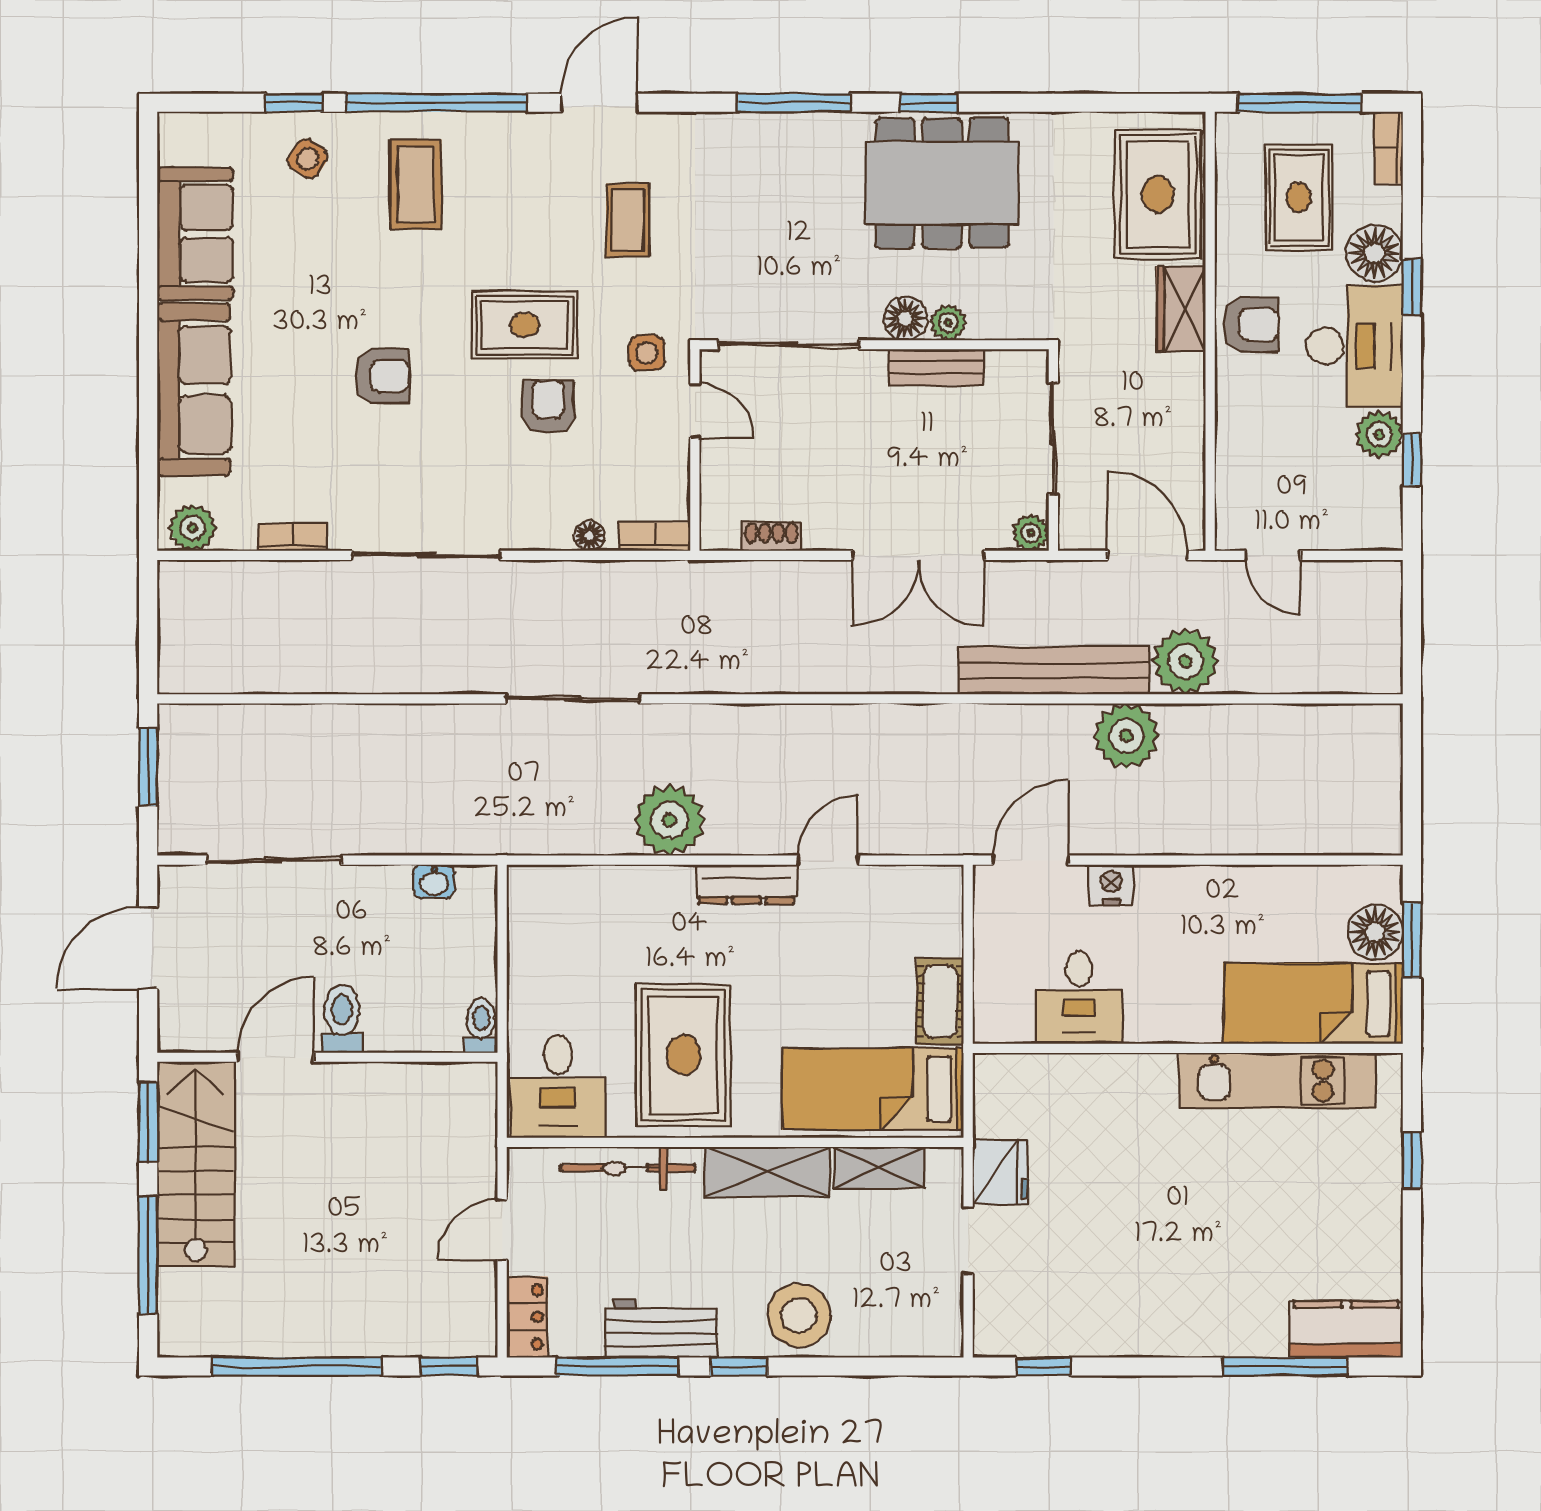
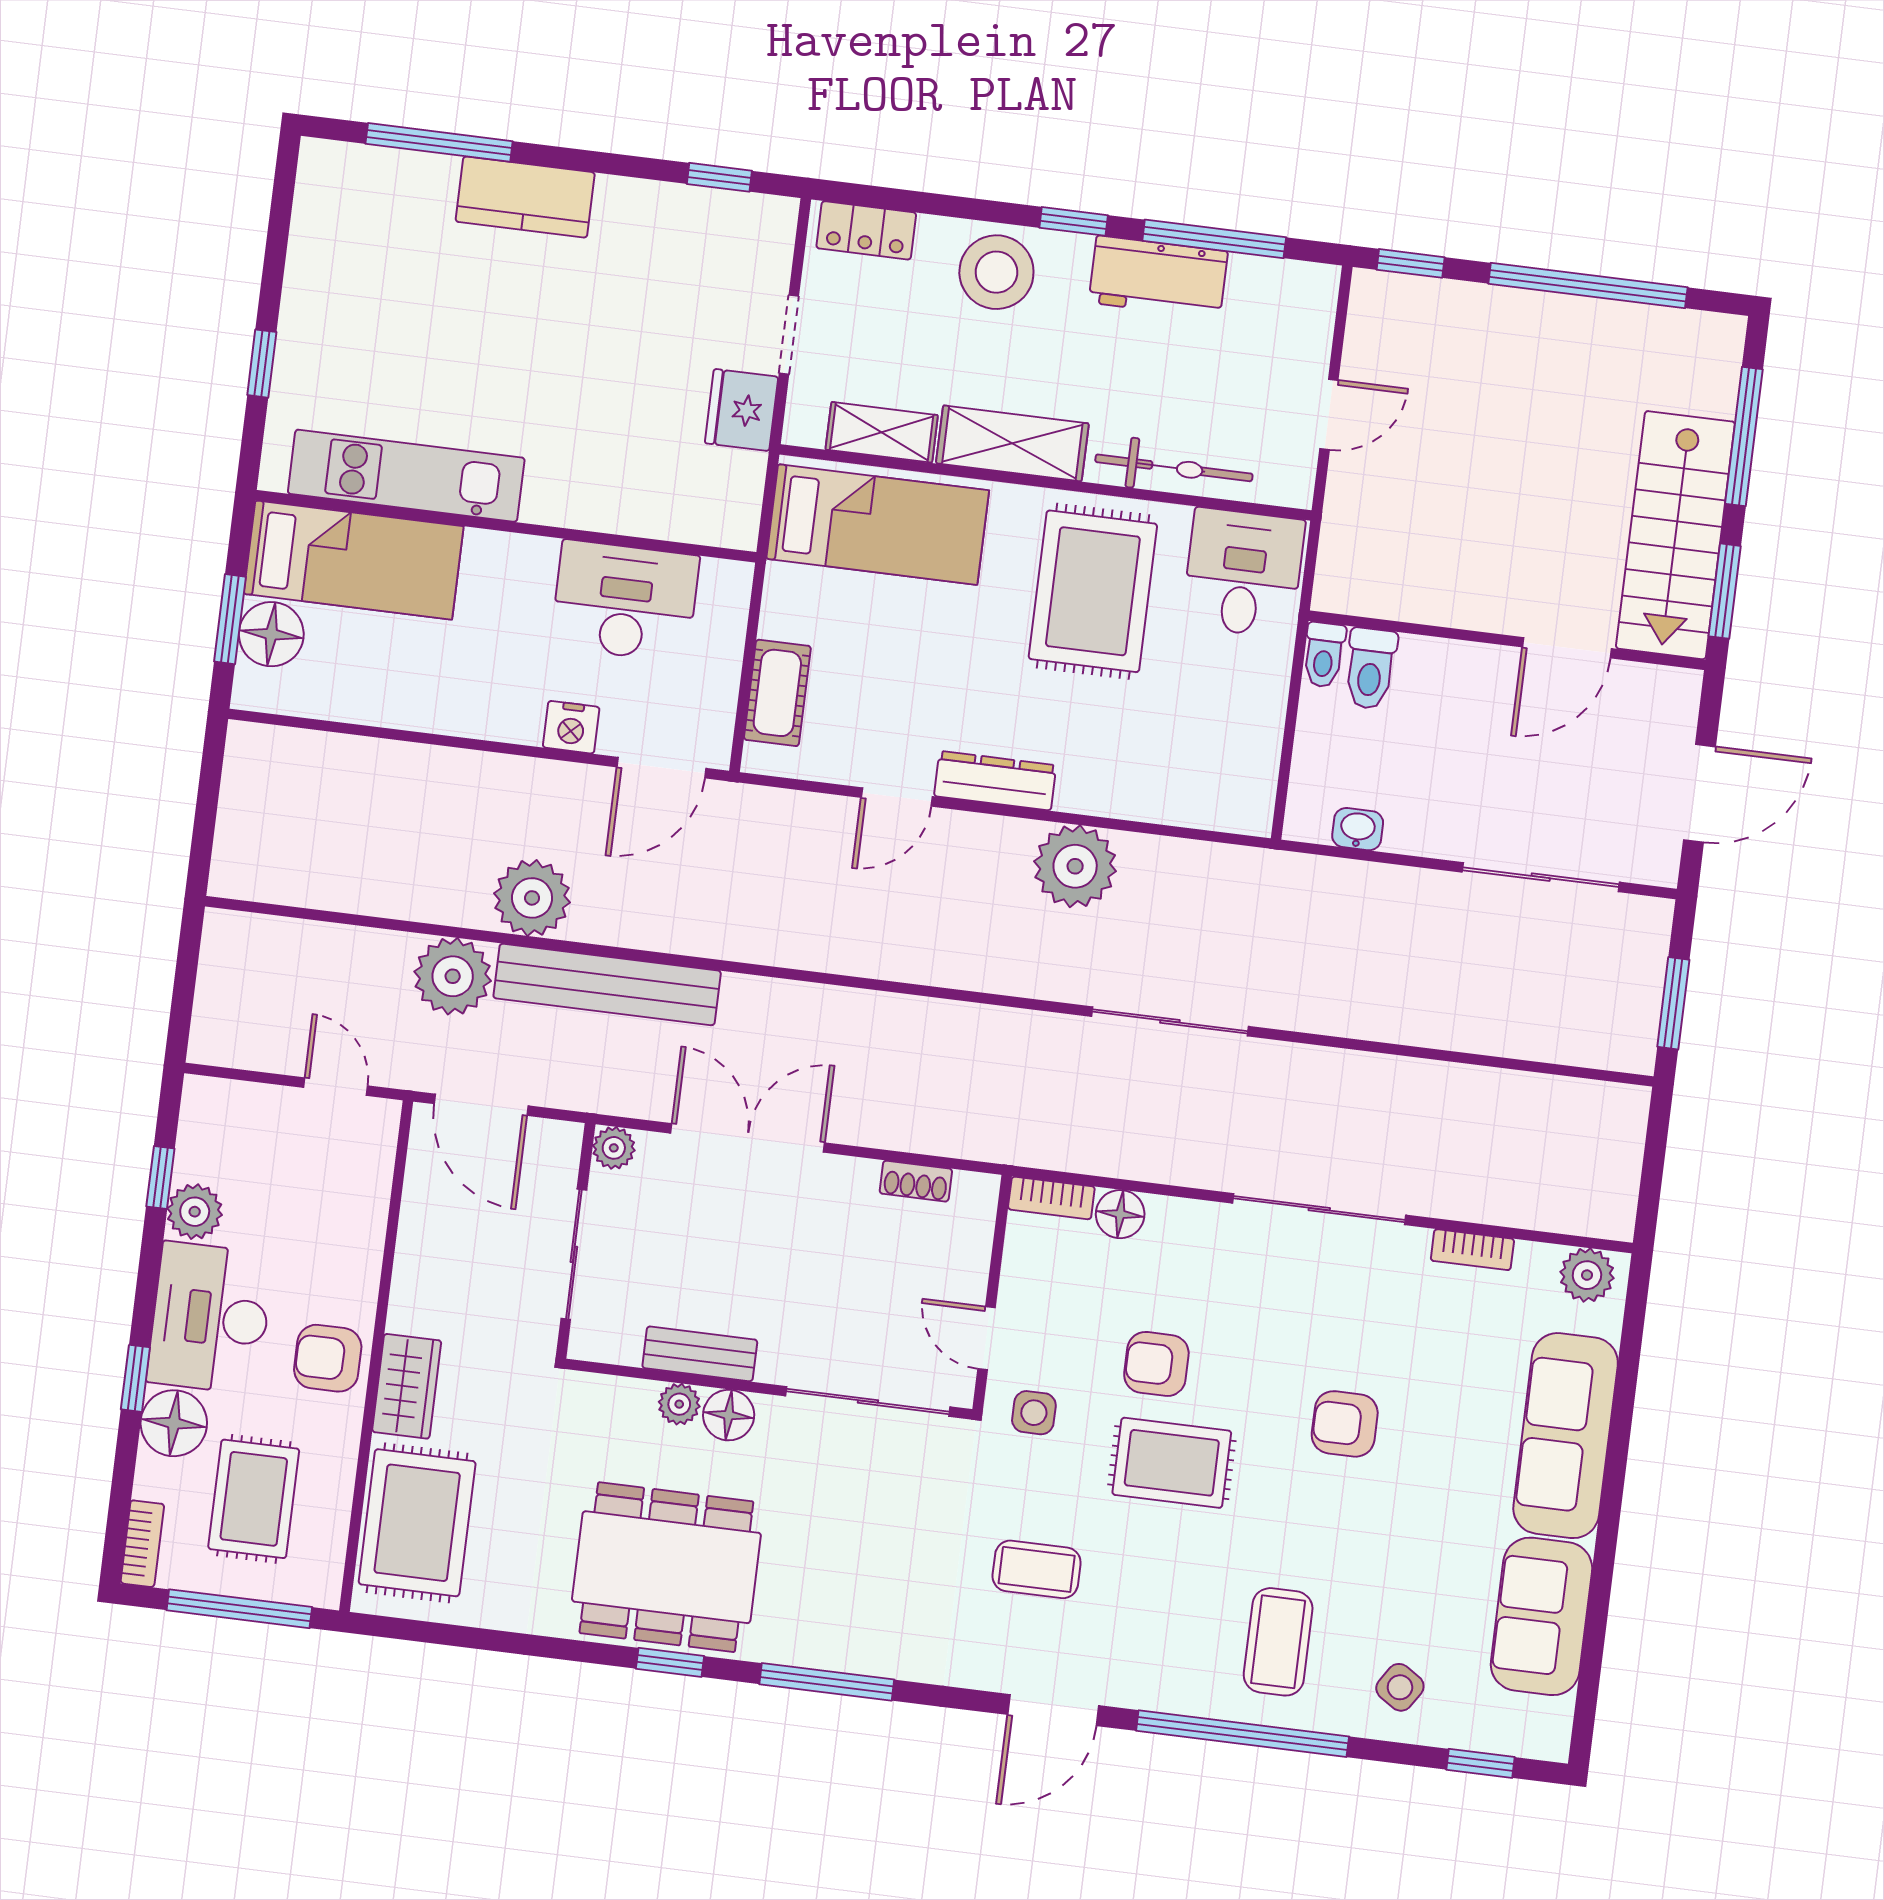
window: (294, 103) -> (1481, 1763), moved
coffee table: (628, 220) -> (1037, 1569), turned 90
armchair: (548, 407) -> (1156, 1364), turned 90
floor lamp: (589, 536) -> (1120, 1214), width x1.37, depth x1.37
desk: (1079, 997) -> (625, 601), width x1.37
cot: (940, 1001) -> (777, 693), moved
toilet: (342, 1019) -> (1370, 668), moved
locker: (527, 1317) -> (866, 230), moved, turned -90
kitchen counter: (1346, 1329) -> (525, 197), moved

